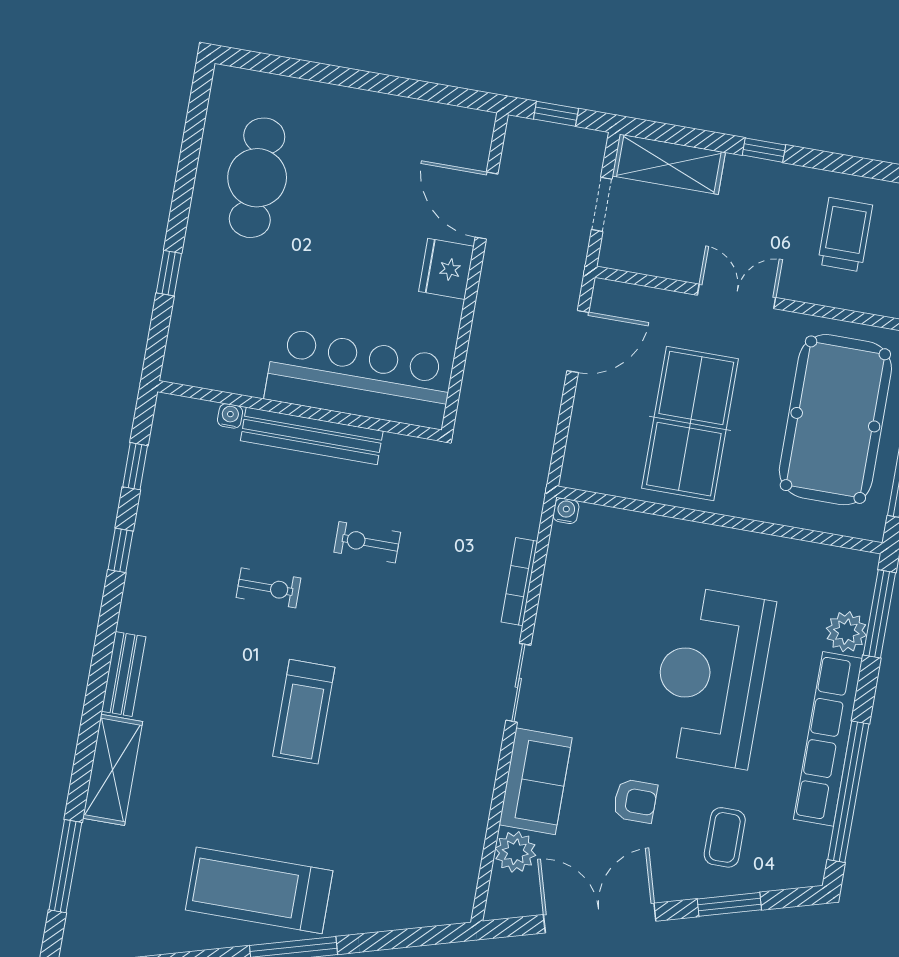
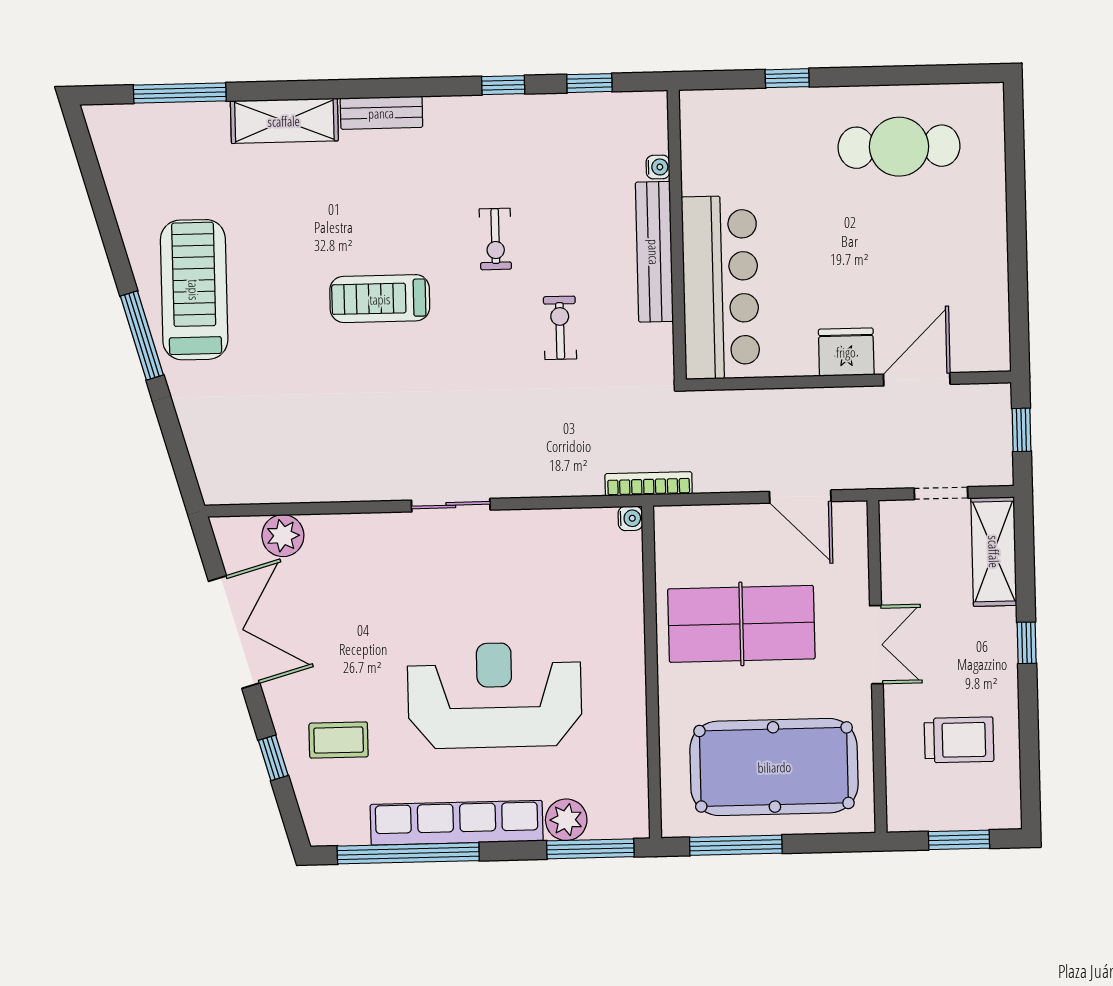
bookcase: (519, 582) -> (649, 484), moved
sofa: (535, 781) -> (357, 542), removed
armchair: (635, 801) -> (357, 644), removed
window: (729, 904) -> (273, 758), width x0.67

